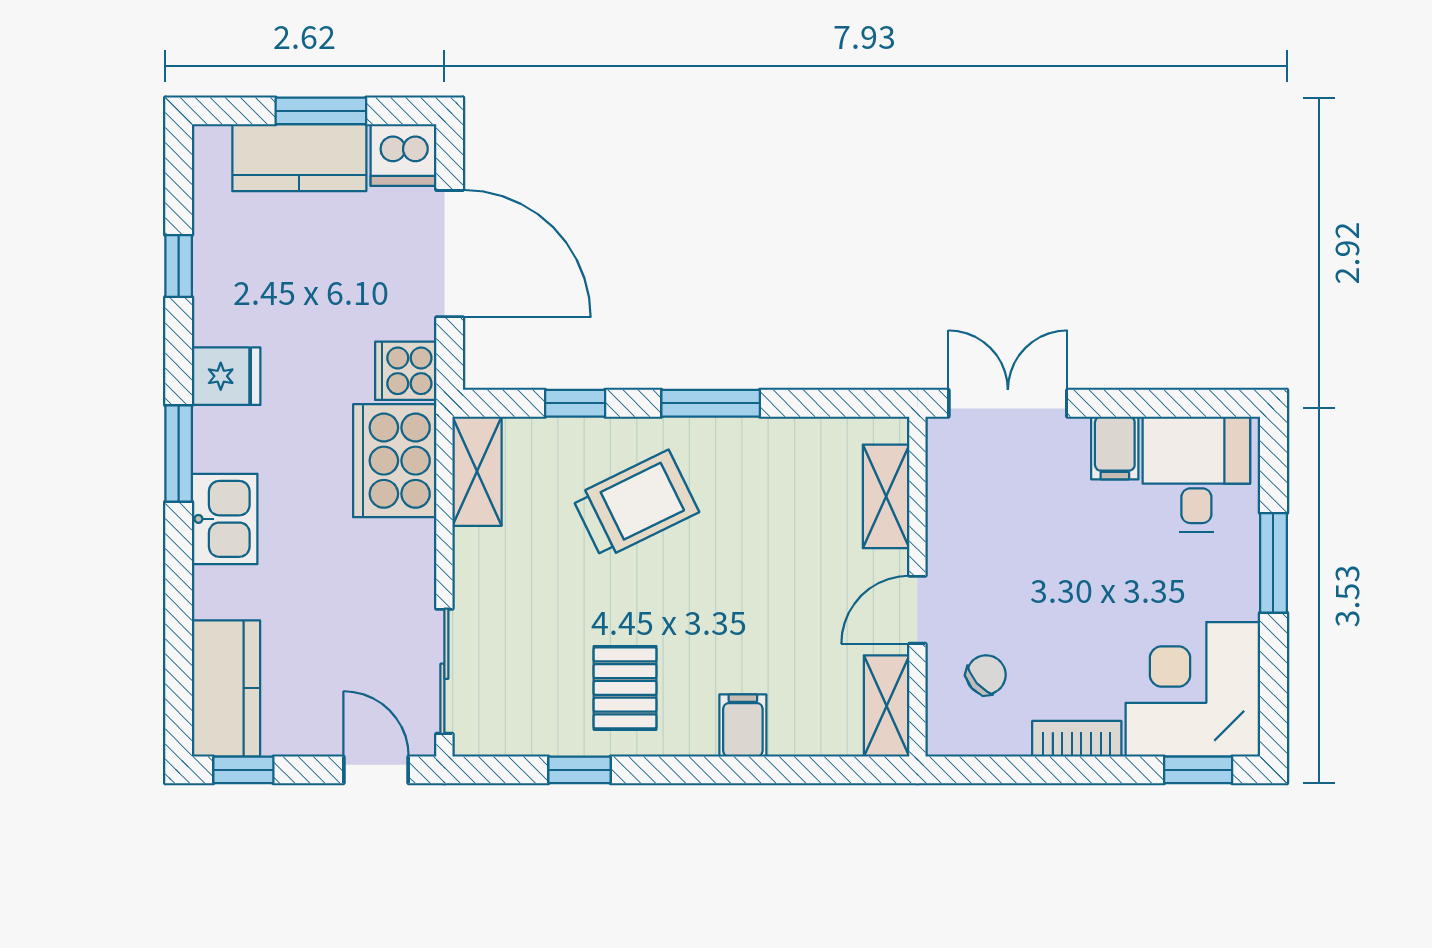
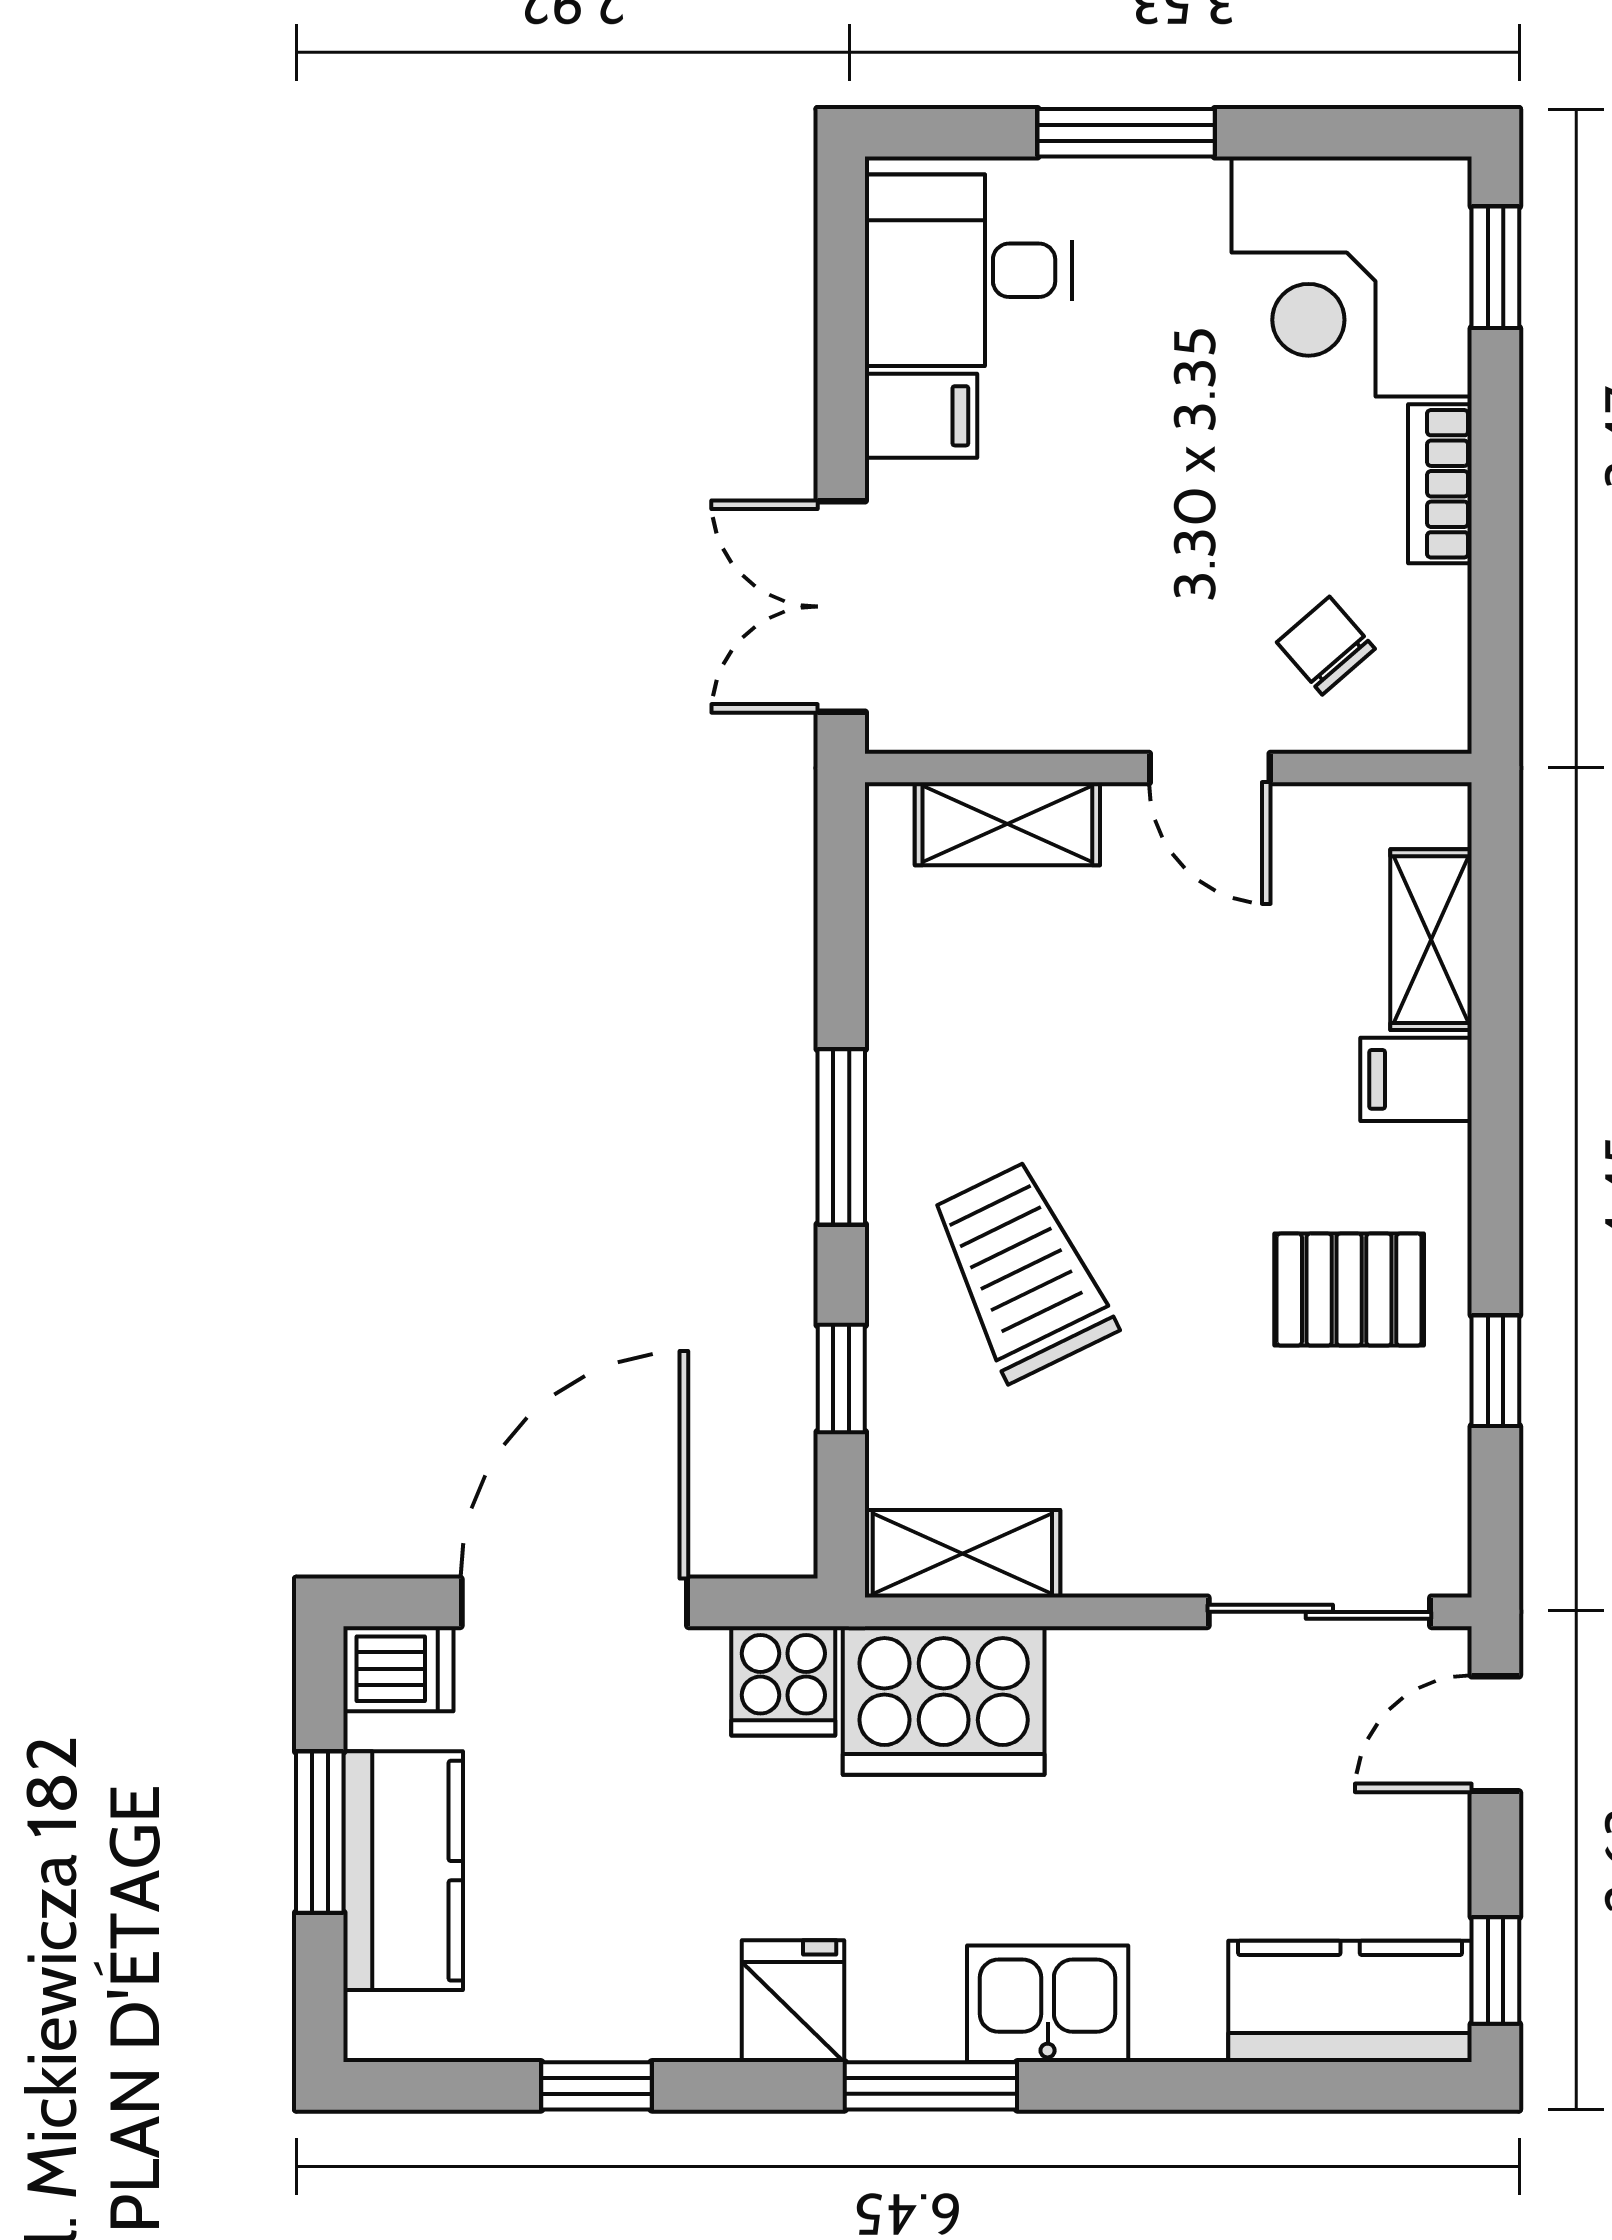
dishwasher: (403, 155) -> (398, 1669), width x0.73
shelving: (887, 706) -> (1431, 940), moved, turned 90

